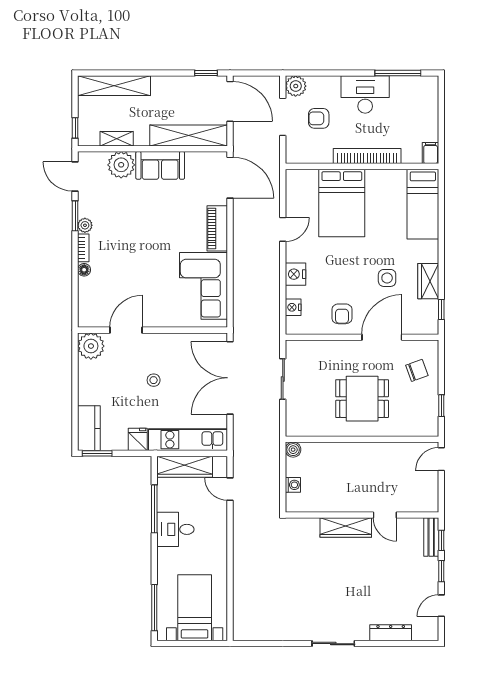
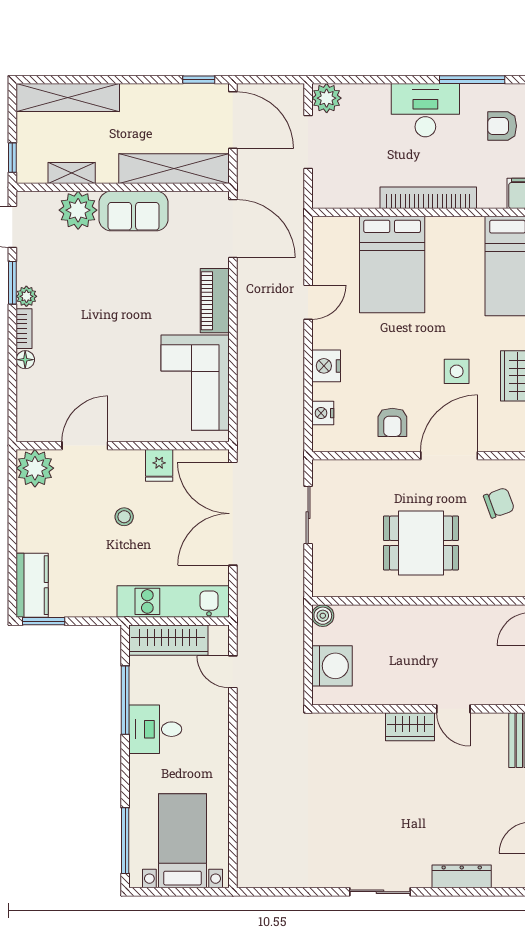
armchair: (319, 118) -> (502, 126), moved
fridge: (138, 439) -> (159, 465), moved, turned 180
washing machine: (293, 485) -> (332, 666), width x1.89, depth x1.89
wardrobe: (346, 528) -> (410, 727), width x0.67

